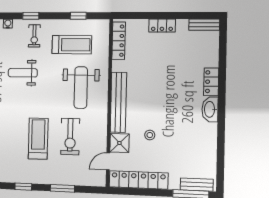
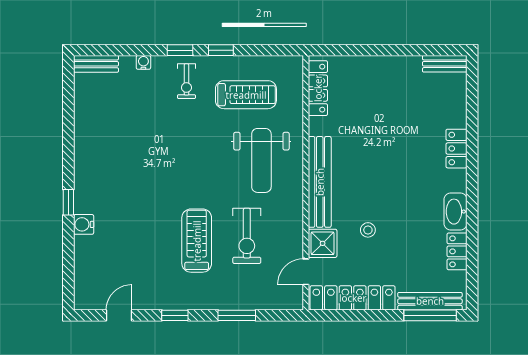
window: (78, 16) -> (221, 50), moved
locker: (162, 26) -> (457, 251), moved, turned 90
weight bench: (23, 73) -> (170, 139), removed
washbasin: (210, 109) -> (456, 212), moved
bench: (197, 185) -> (430, 301), width x1.36

